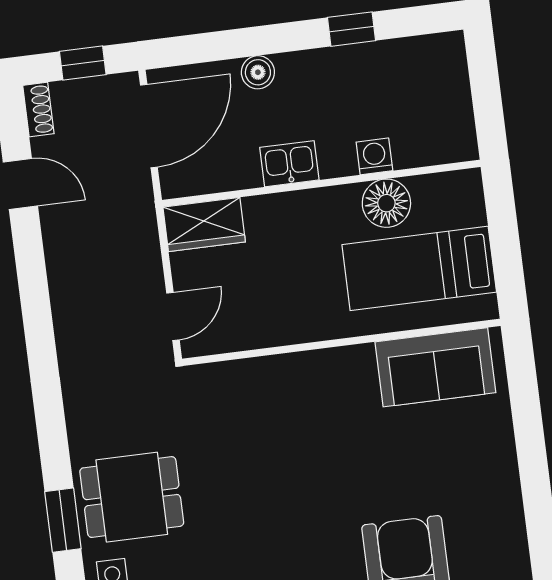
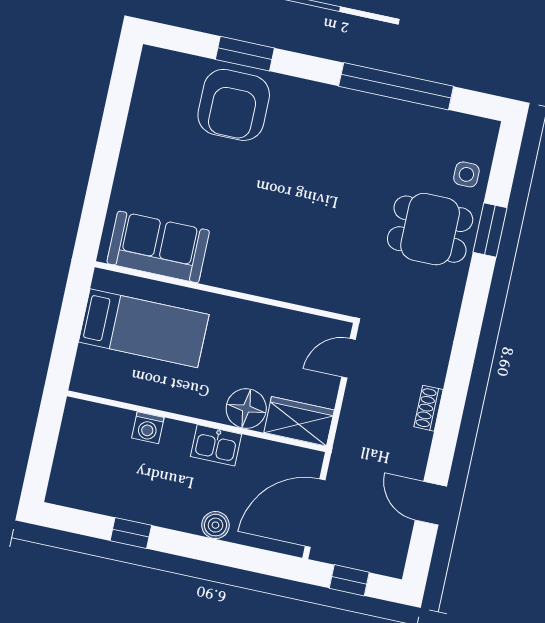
shoe rack: (38, 110) -> (428, 408), moved
floor lamp: (386, 203) -> (246, 408), moved

